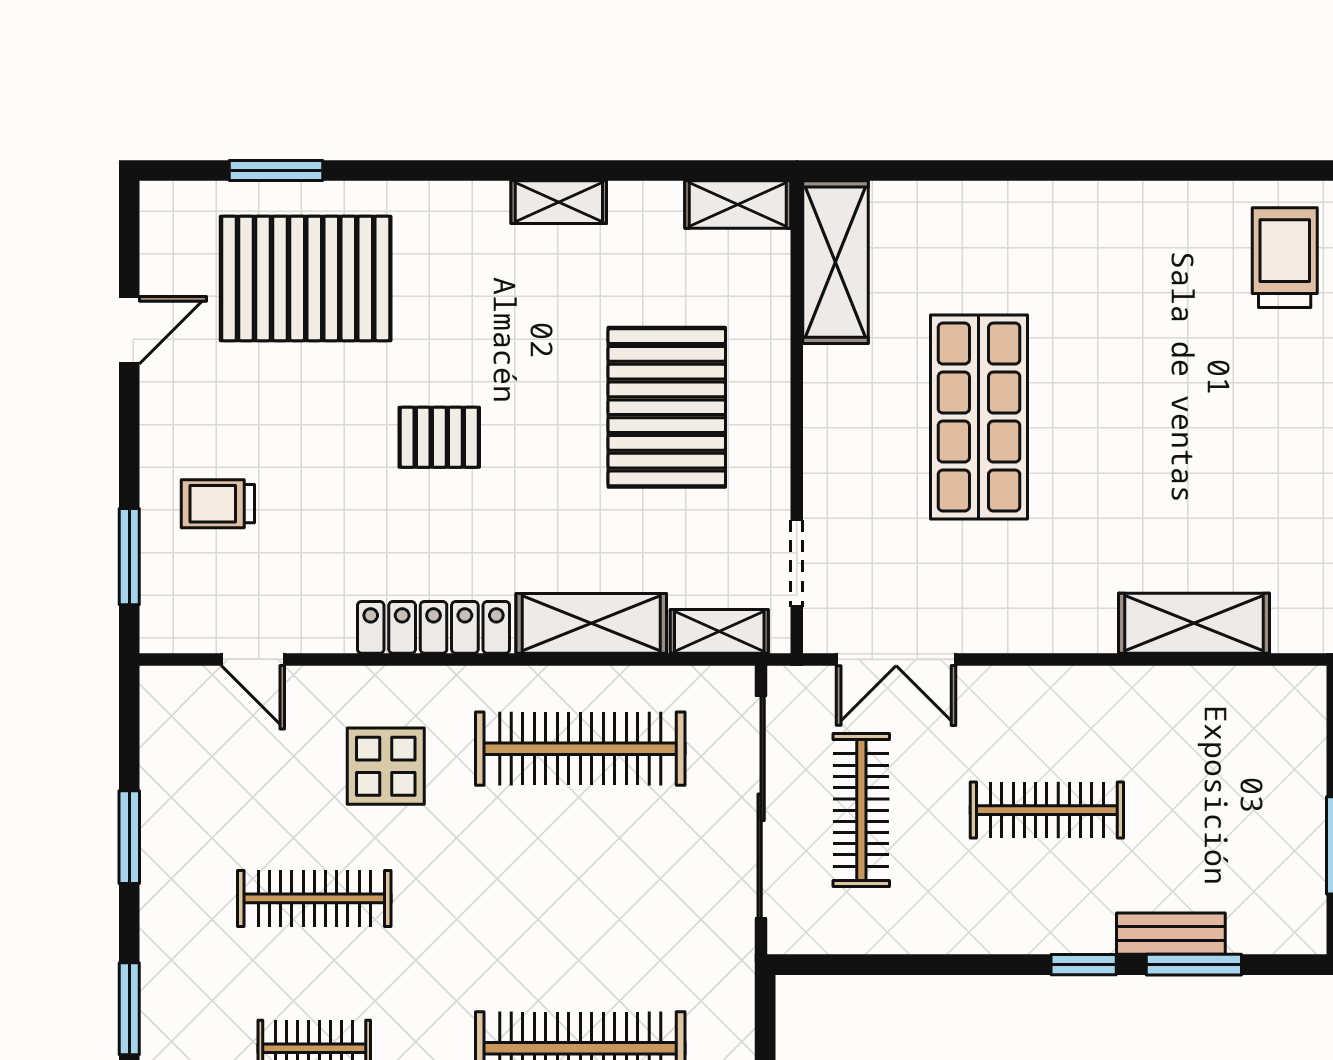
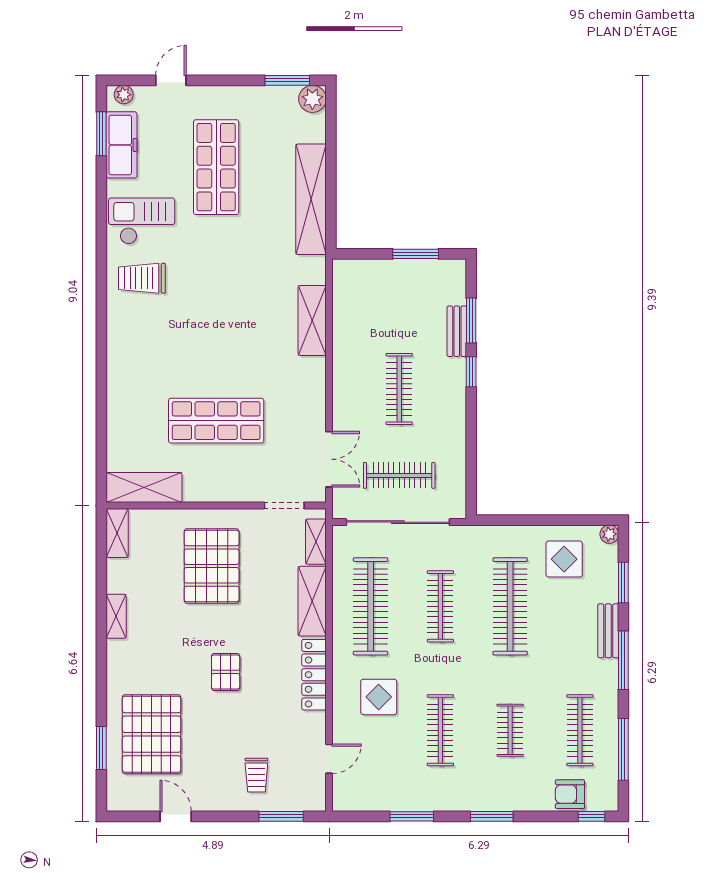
pallet: (667, 407) -> (212, 566), turned 90
clothes rail: (580, 898) -> (440, 606), added

